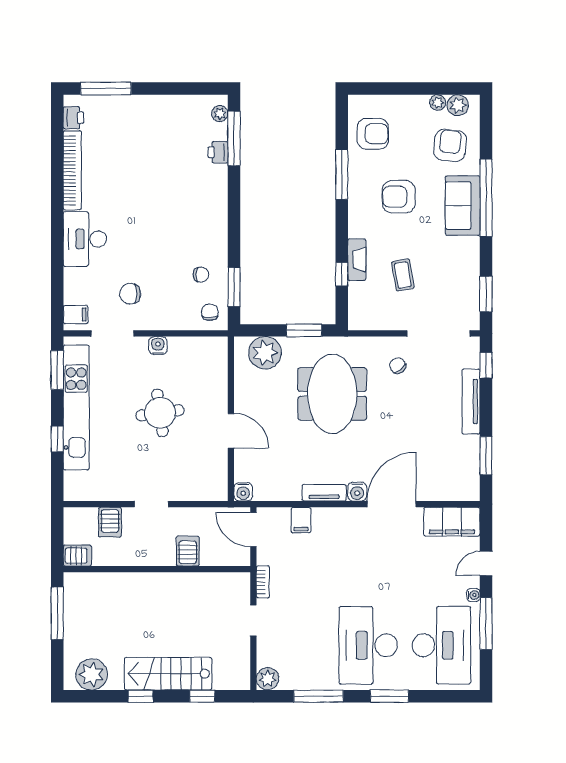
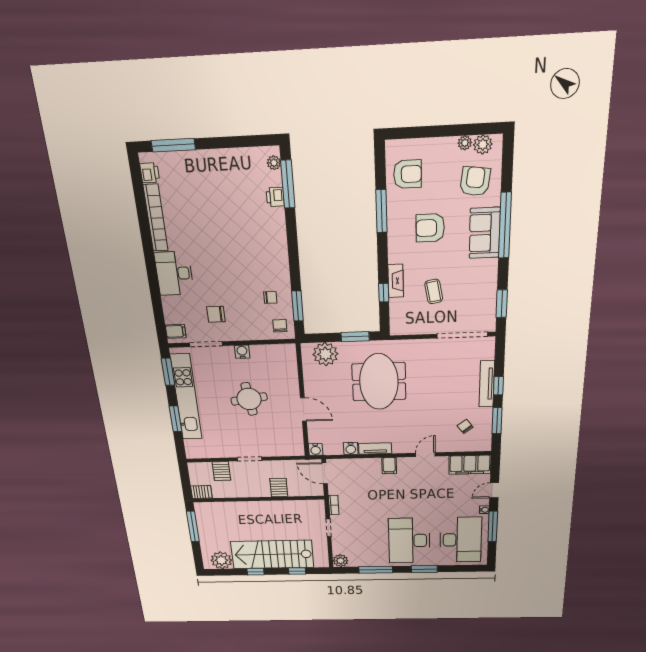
window: (486, 365) -> (498, 386), moved
chair: (398, 366) -> (465, 426), moved
window: (57, 439) -> (176, 419), width x1.50
water cooler: (357, 492) -> (351, 448), moved
door: (392, 504) -> (425, 455), width x0.53
filing cabinet: (301, 520) -> (389, 466), moved
stairs: (168, 674) -> (272, 554), width x1.36, depth x1.51

